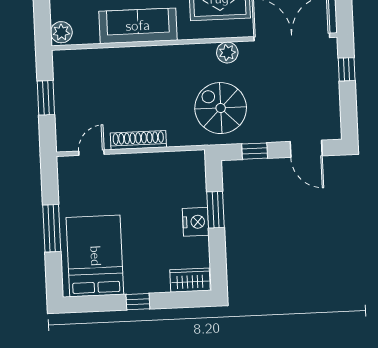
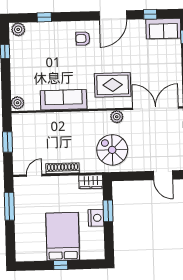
window: (255, 151) -> (132, 176), removed
window: (52, 228) -> (9, 206), moved
bed: (95, 256) -> (63, 236), moved
wardrobe: (190, 280) -> (91, 182), moved, turned 180

